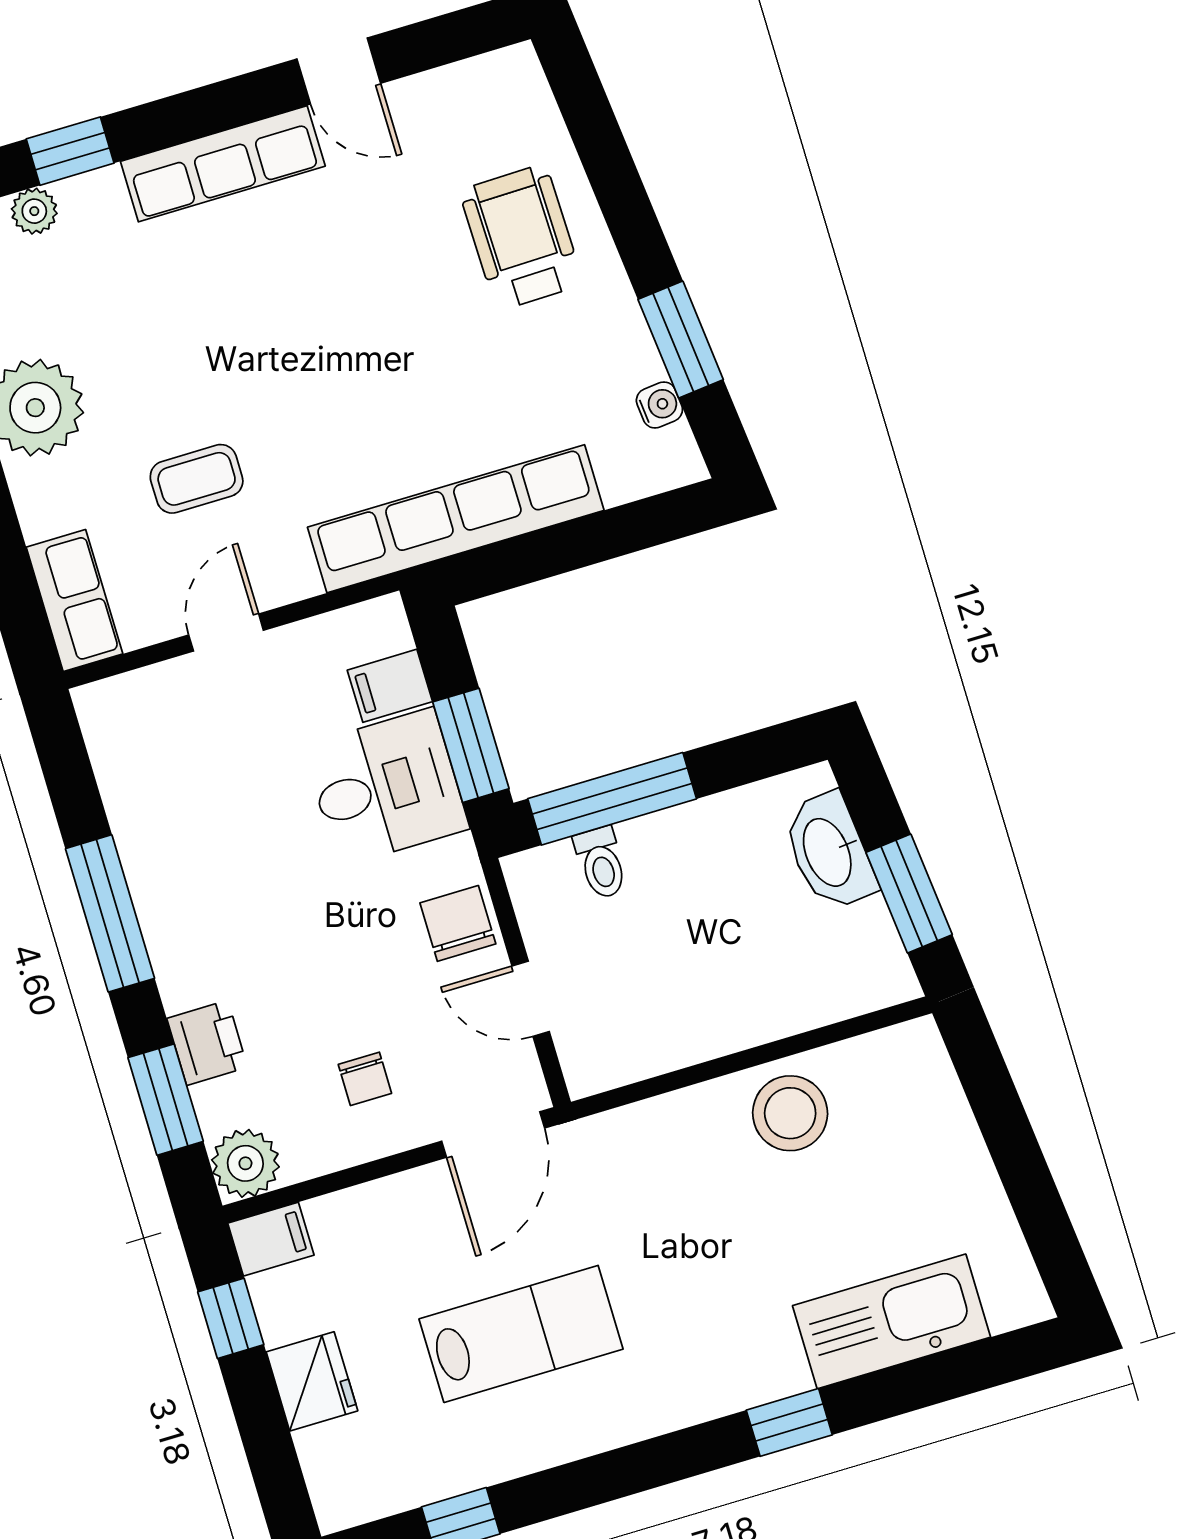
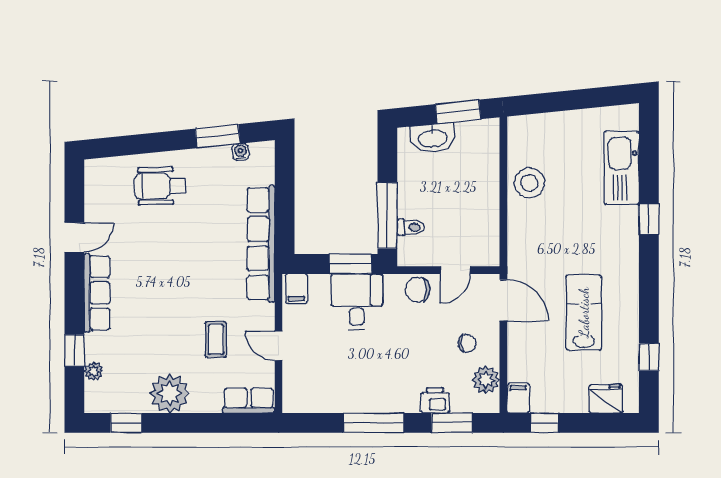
filing cabinet: (390, 686) -> (296, 288), moved
plant: (245, 1163) -> (486, 380), moved
fridge: (312, 1381) -> (606, 399), moved

